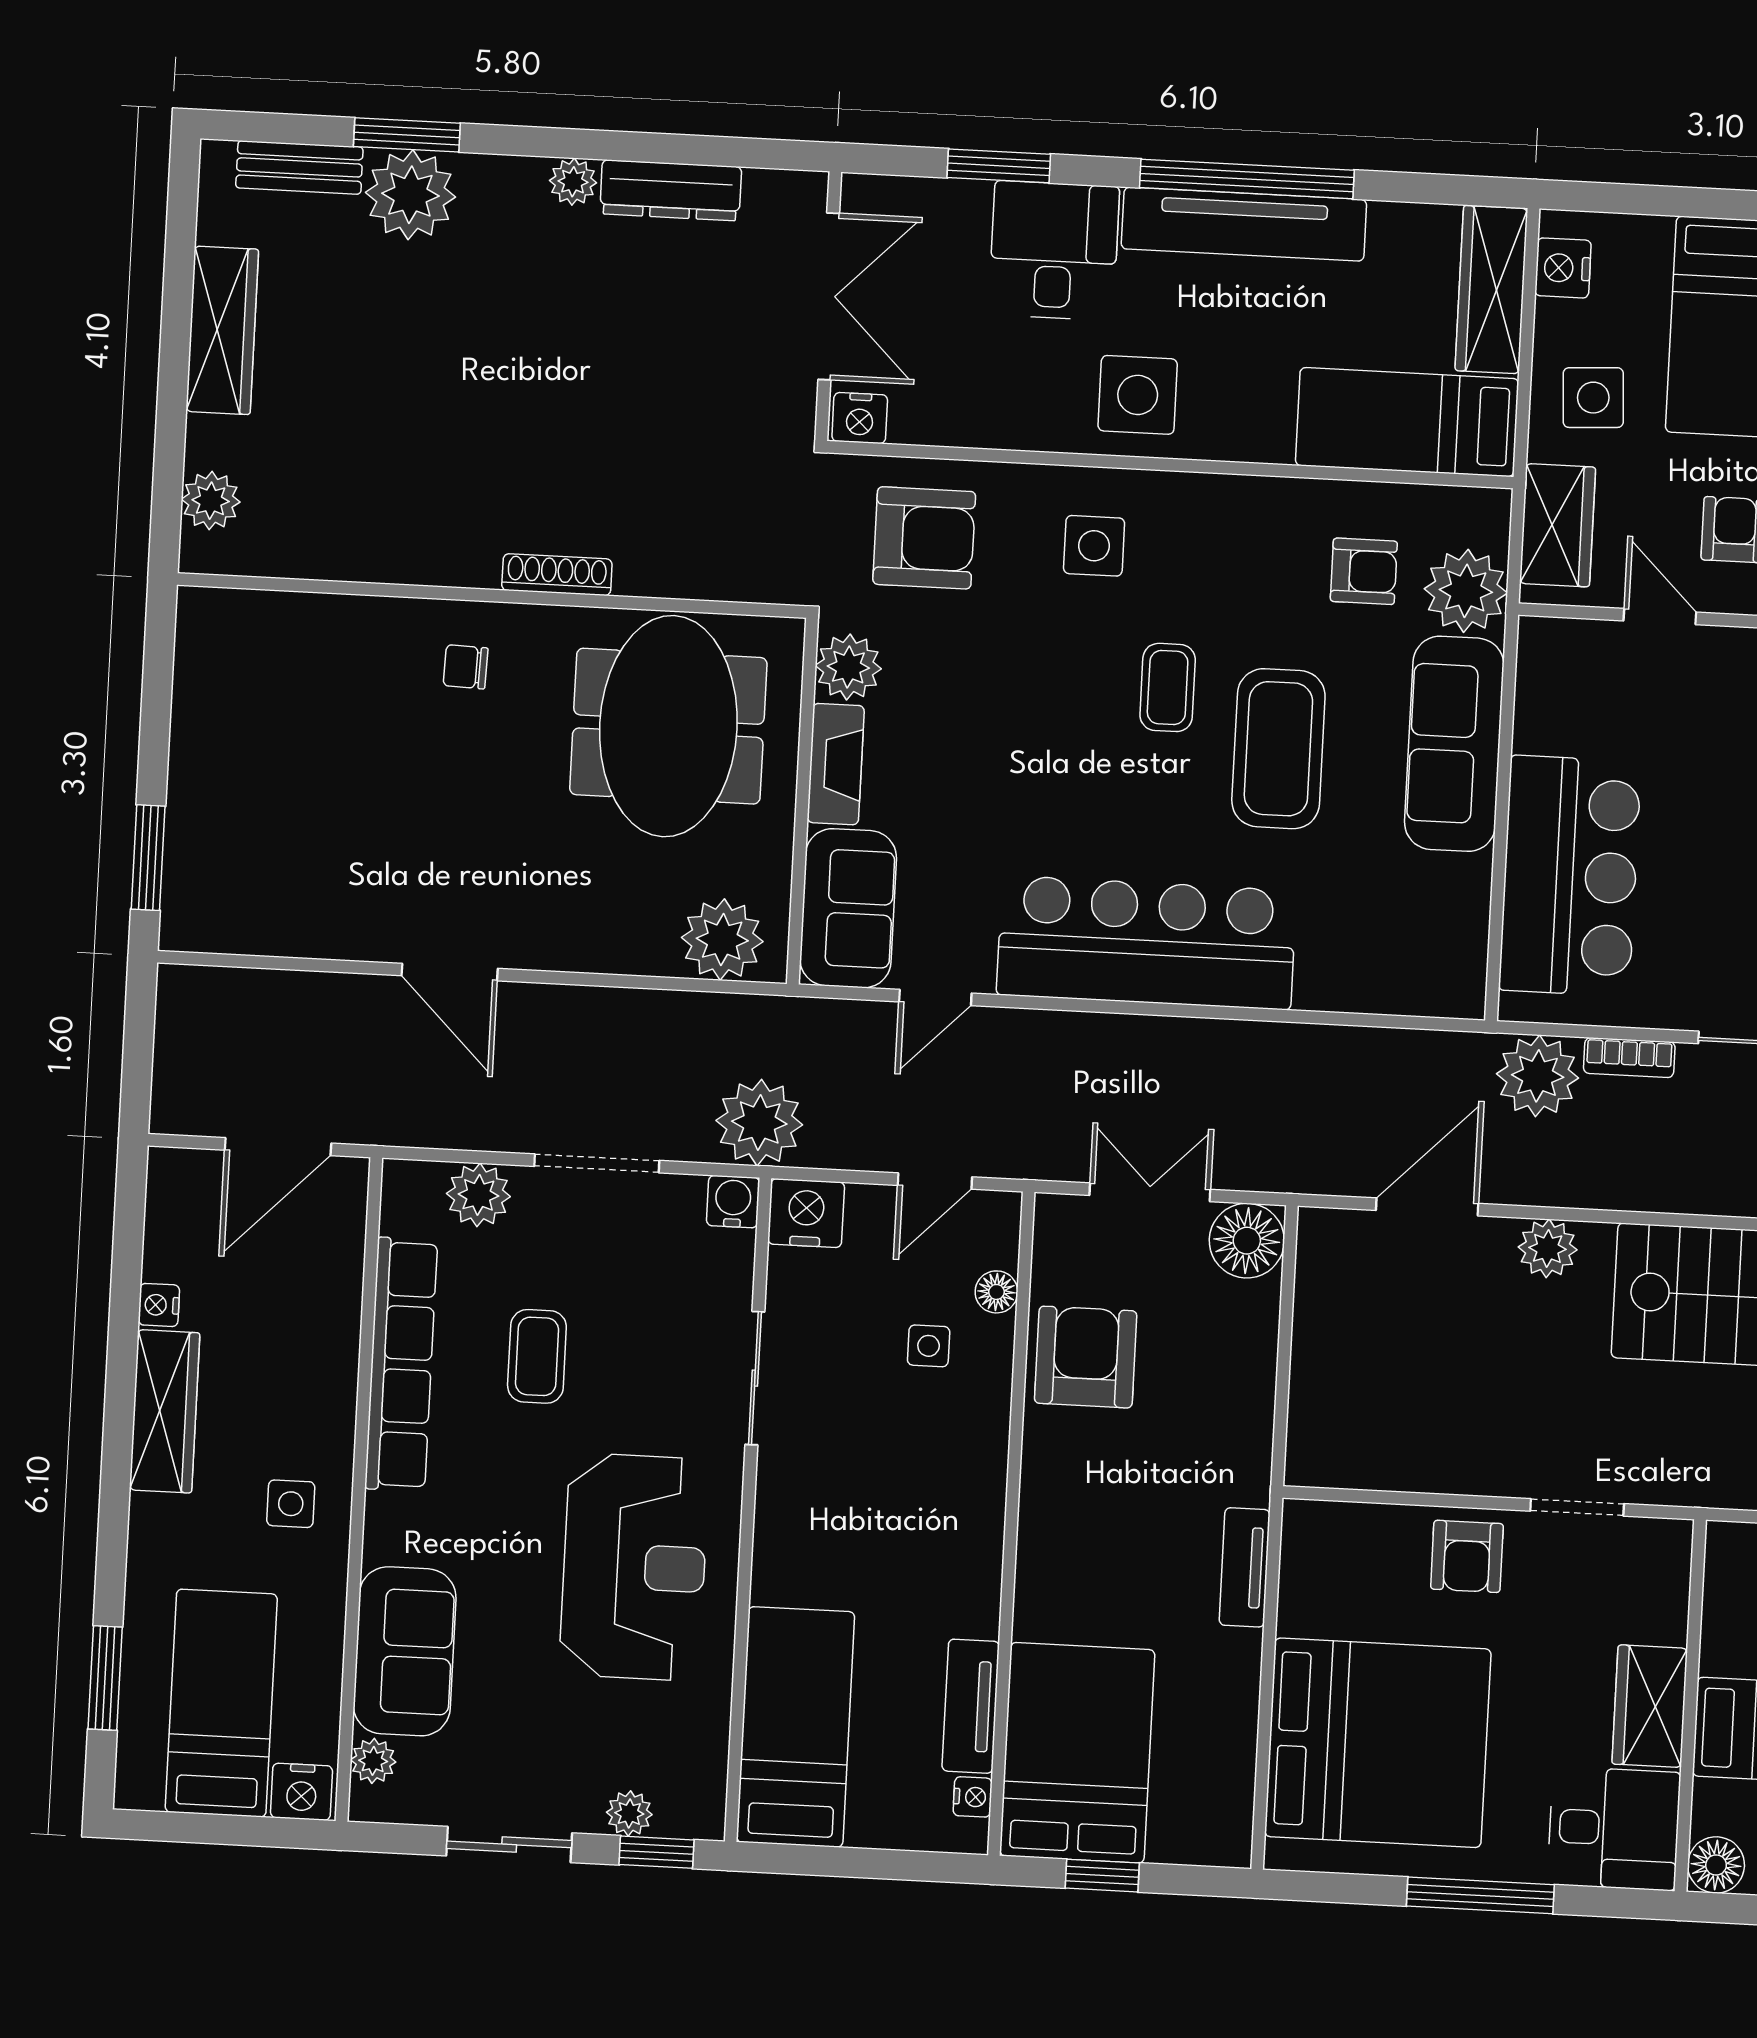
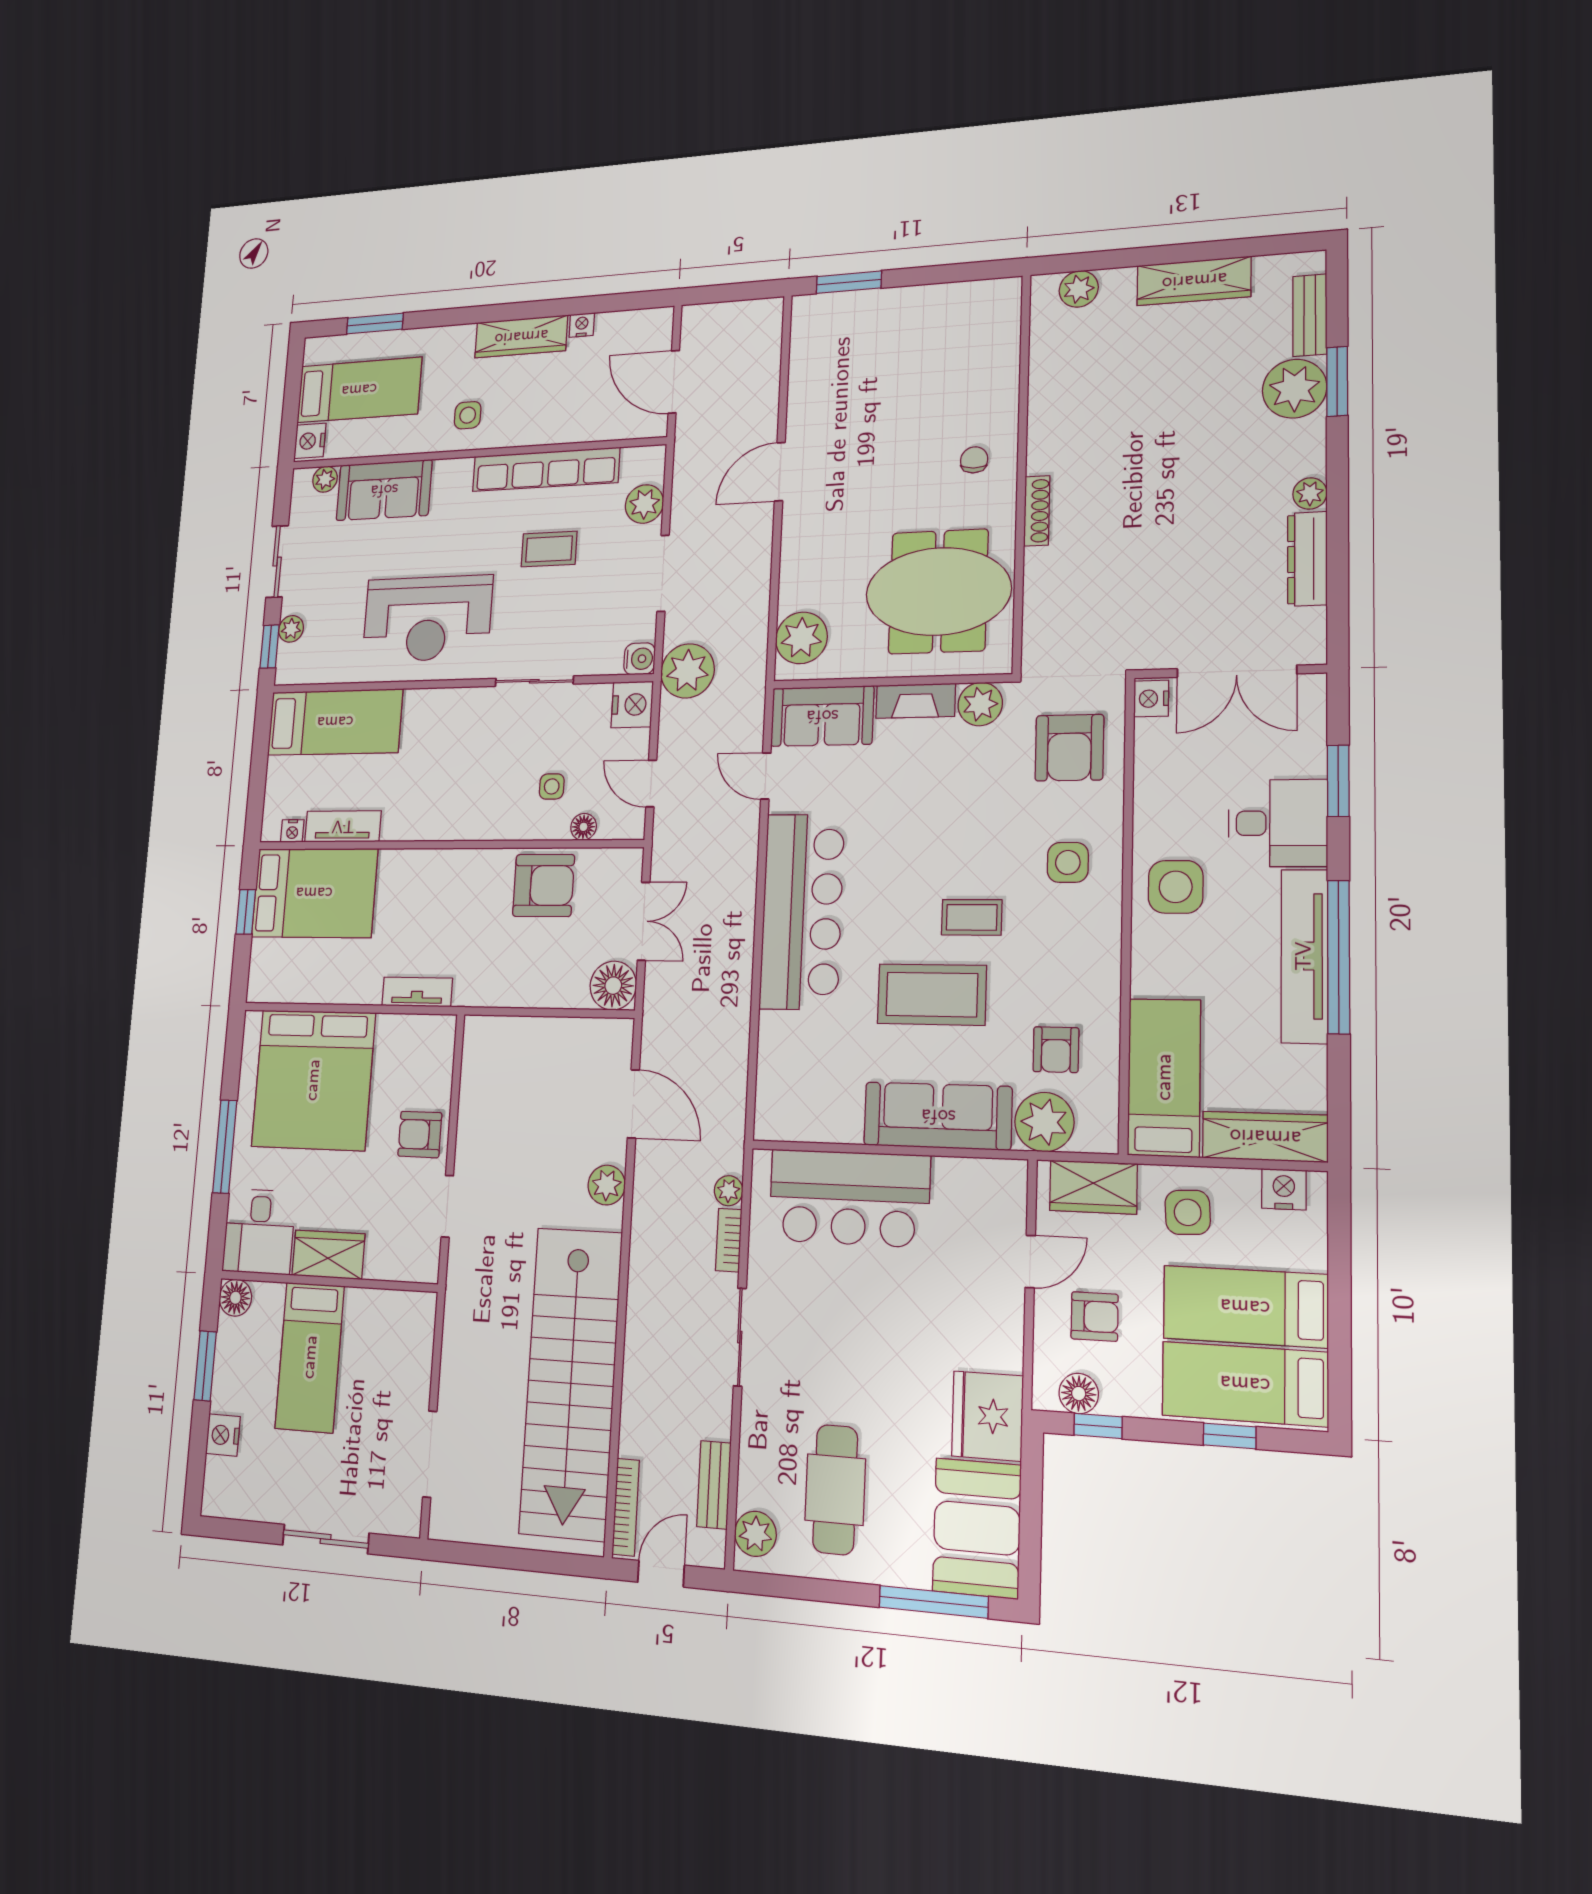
plant: (1538, 1076) -> (729, 1191), width x0.53, depth x0.53

